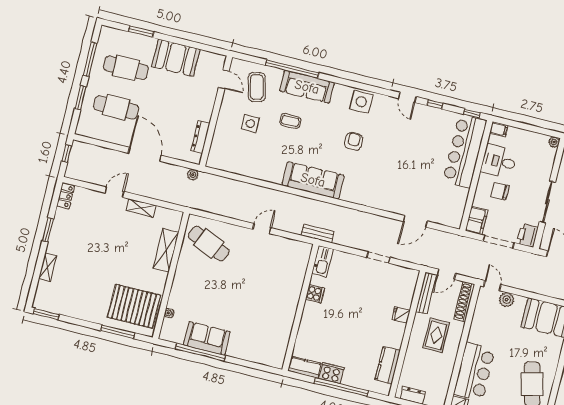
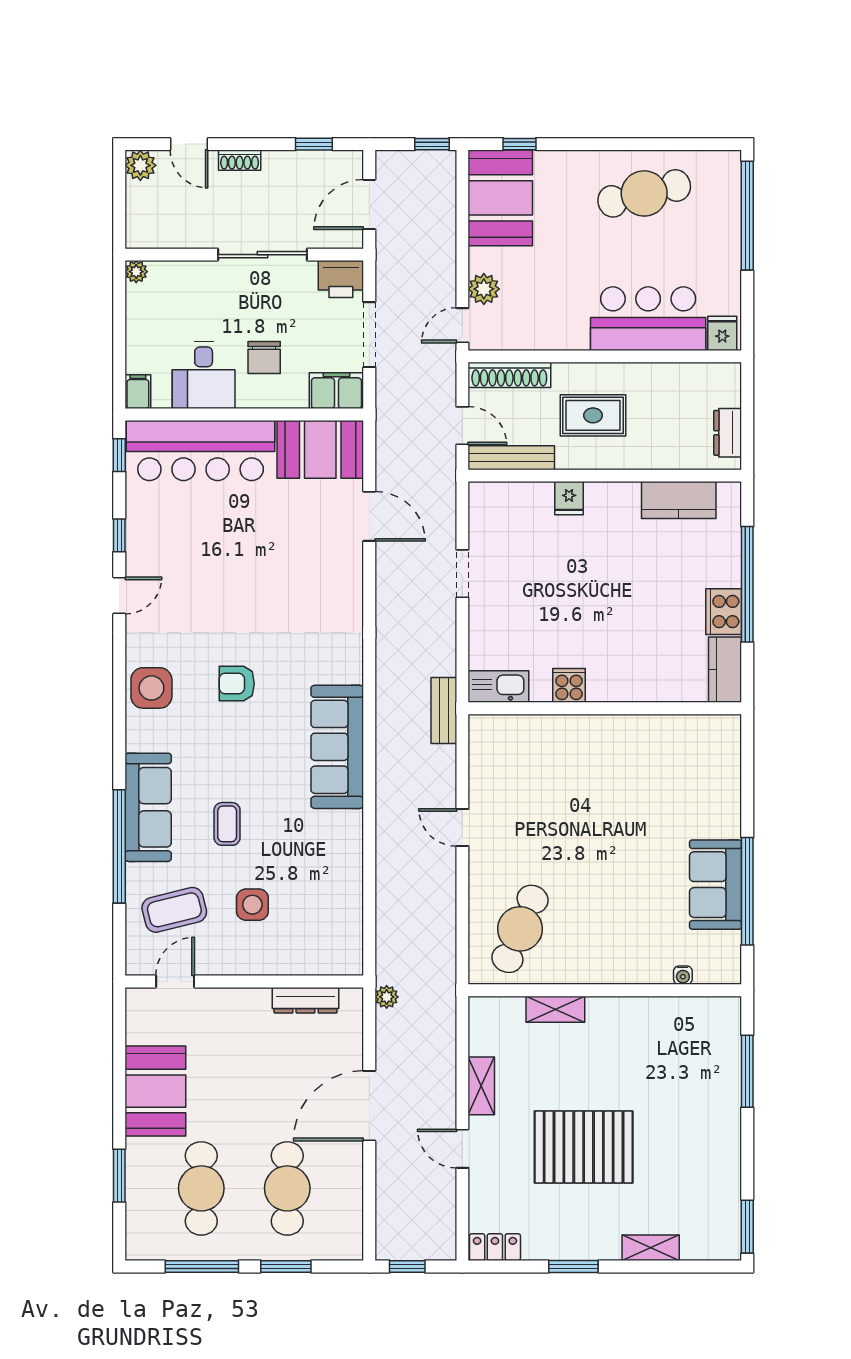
booth: (452, 206) -> (320, 449), added
shelving: (166, 250) -> (555, 1009), width x0.67, depth x0.75
pallet: (134, 306) -> (584, 1147), moved, turned 90

